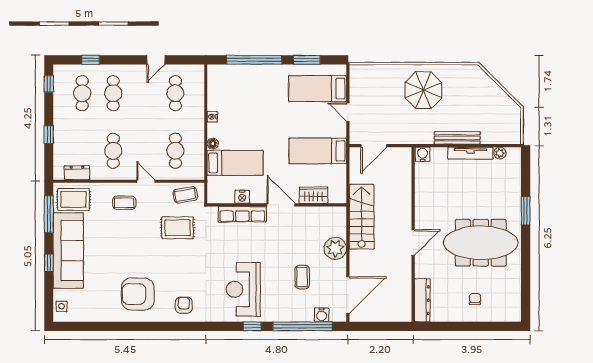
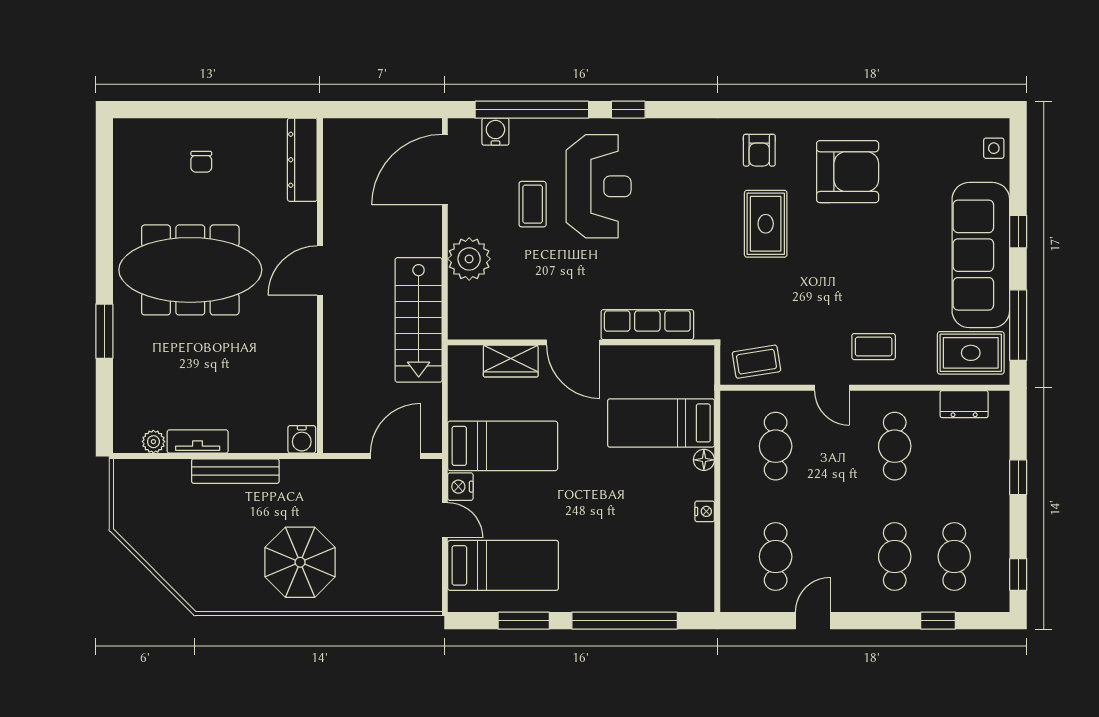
tv unit: (470, 153) -> (198, 441), width x0.71
nightstand: (242, 197) -> (460, 487), moved, turned -90
rug: (178, 228) -> (766, 224), moved, turned 90
reception desk: (243, 289) -> (599, 186), moved

